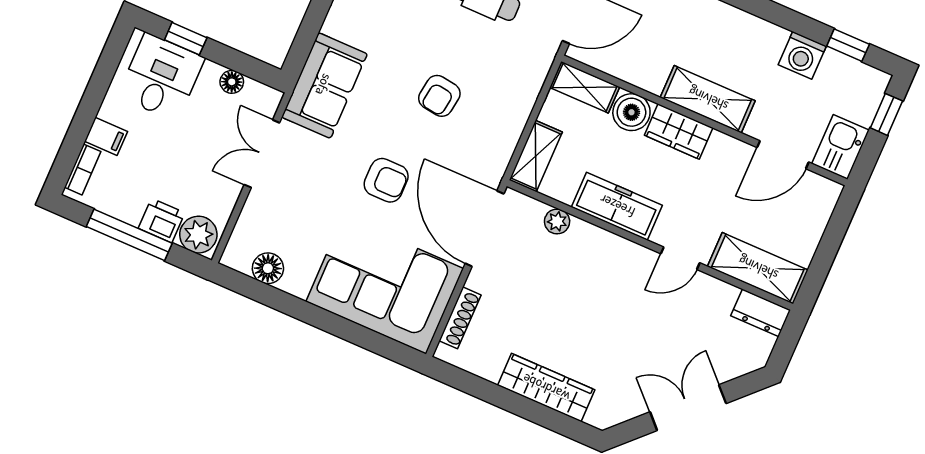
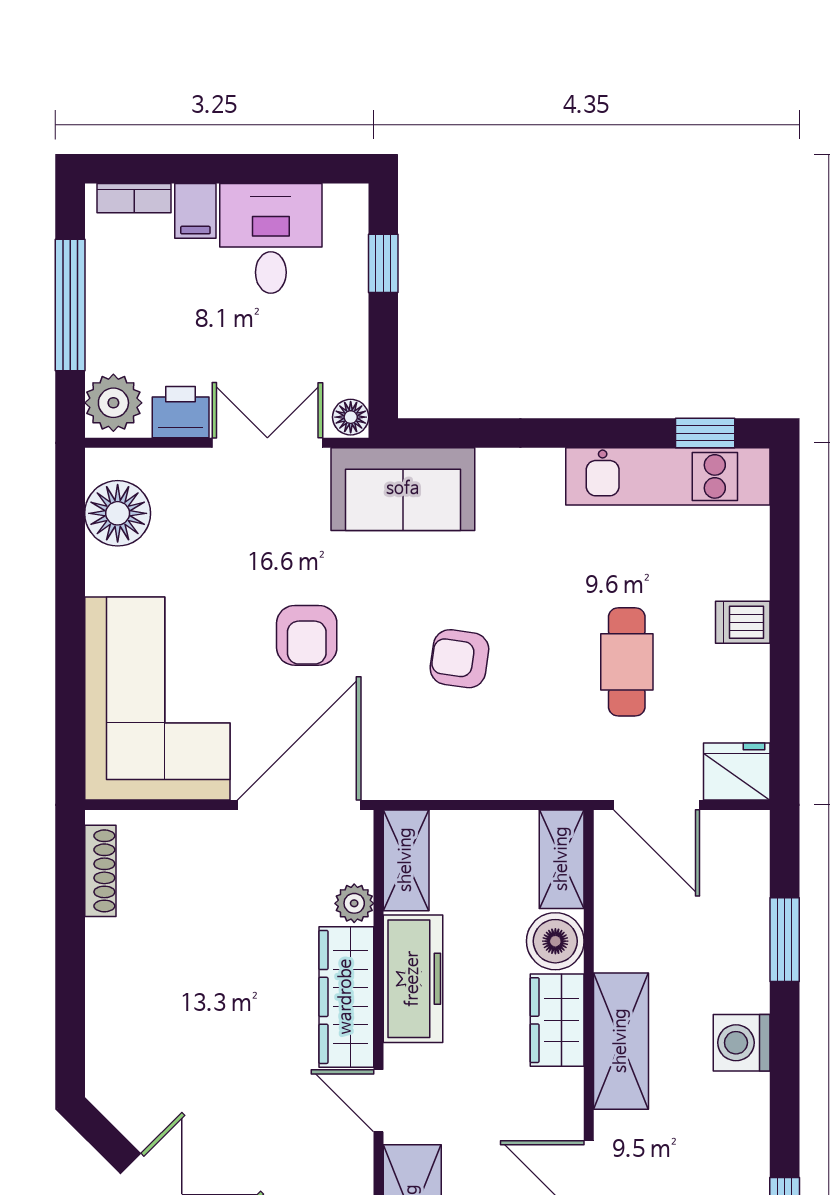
washing machine: (802, 55) -> (742, 1043), moved
desk: (161, 77) -> (271, 238), moved, turned -90
floor lamp: (232, 82) -> (351, 417), moved
shelving: (536, 156) -> (406, 860), moved, turned 90
printer: (162, 221) -> (181, 412), moved, turned -90
floor lamp: (268, 268) -> (118, 513), width x1.38, depth x1.38
shoe rack: (460, 318) -> (100, 871), moved, turned -90
wardrobe: (546, 388) -> (346, 997), moved, turned 180

